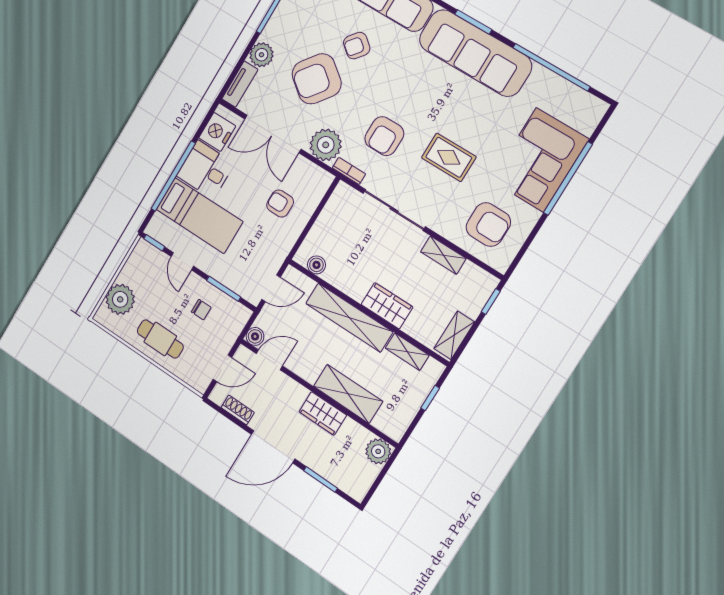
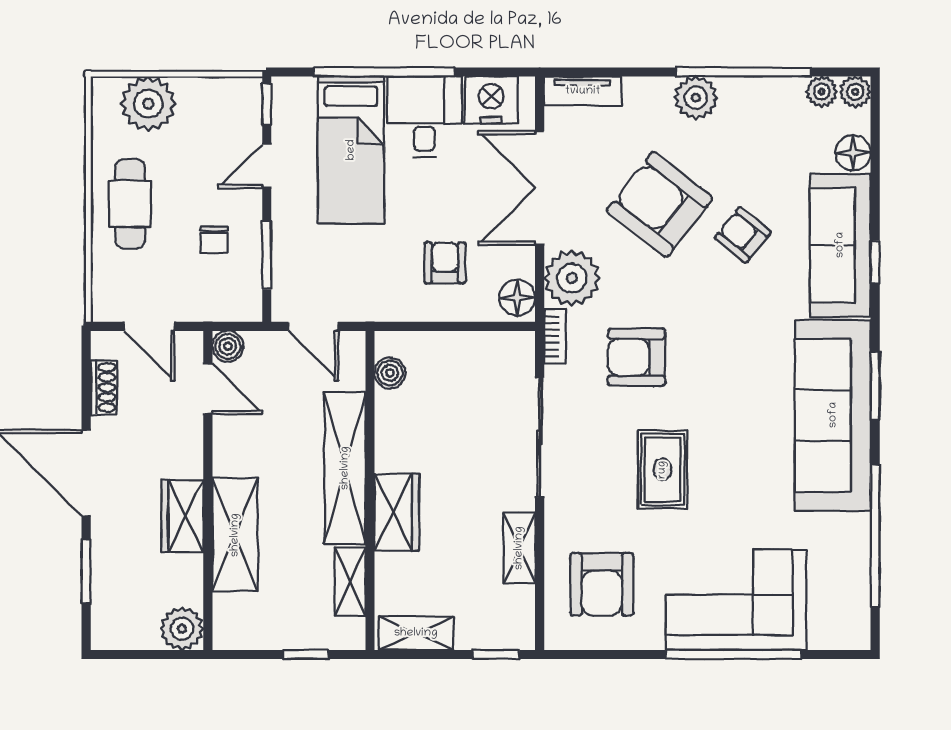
plant: (262, 55) -> (696, 98), moved
floor lamp: (319, 178) -> (517, 298), added

